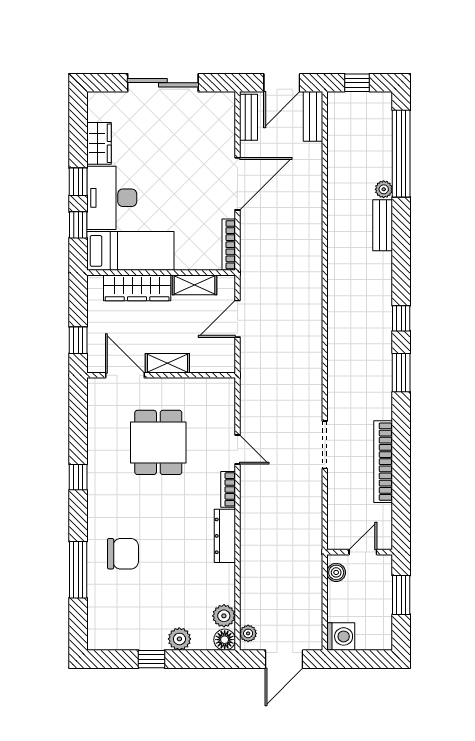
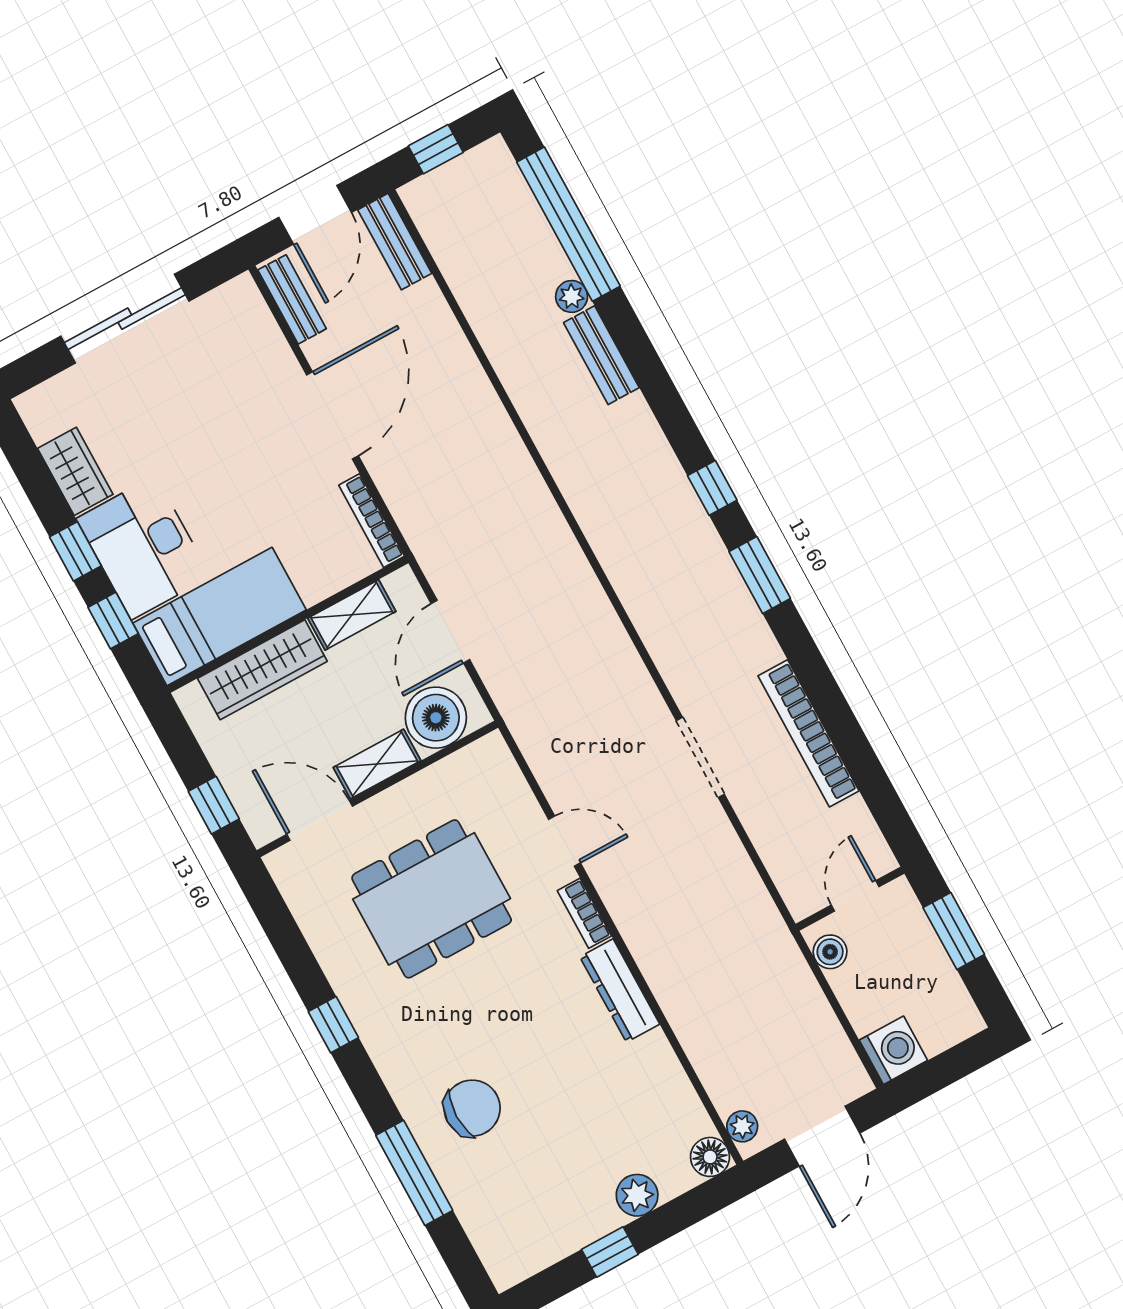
boiler: (208, 356) -> (436, 718), added
dining table: (158, 442) -> (432, 899), width x1.38
plant: (224, 616) -> (688, 1119), removed

